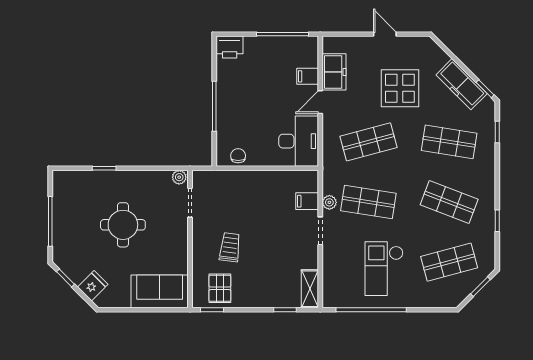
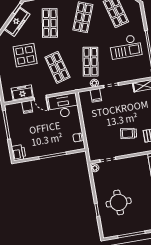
round table: (123, 225) -> (119, 202), moved

